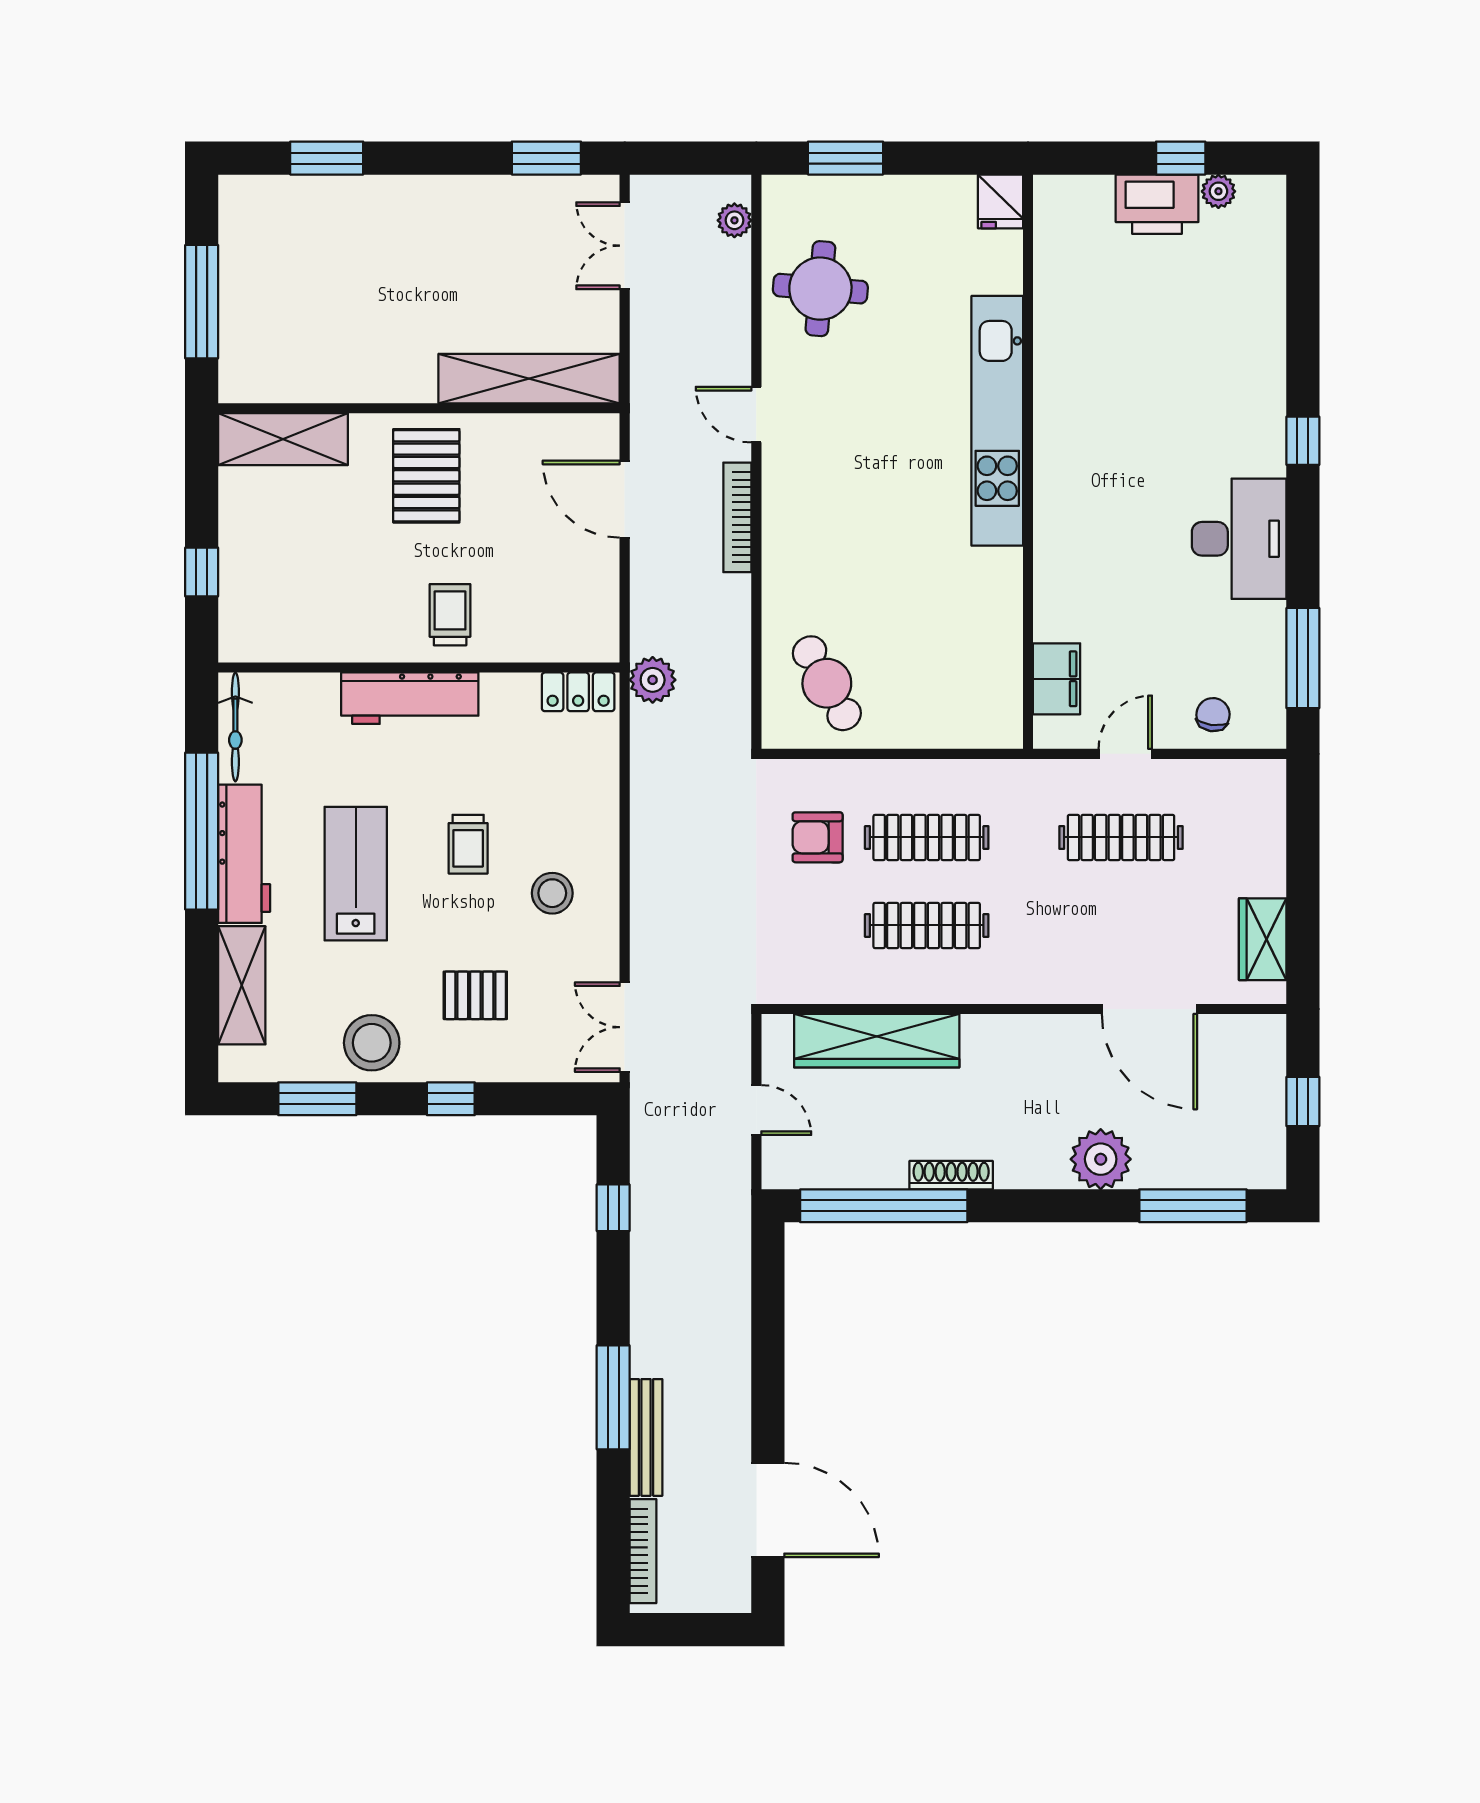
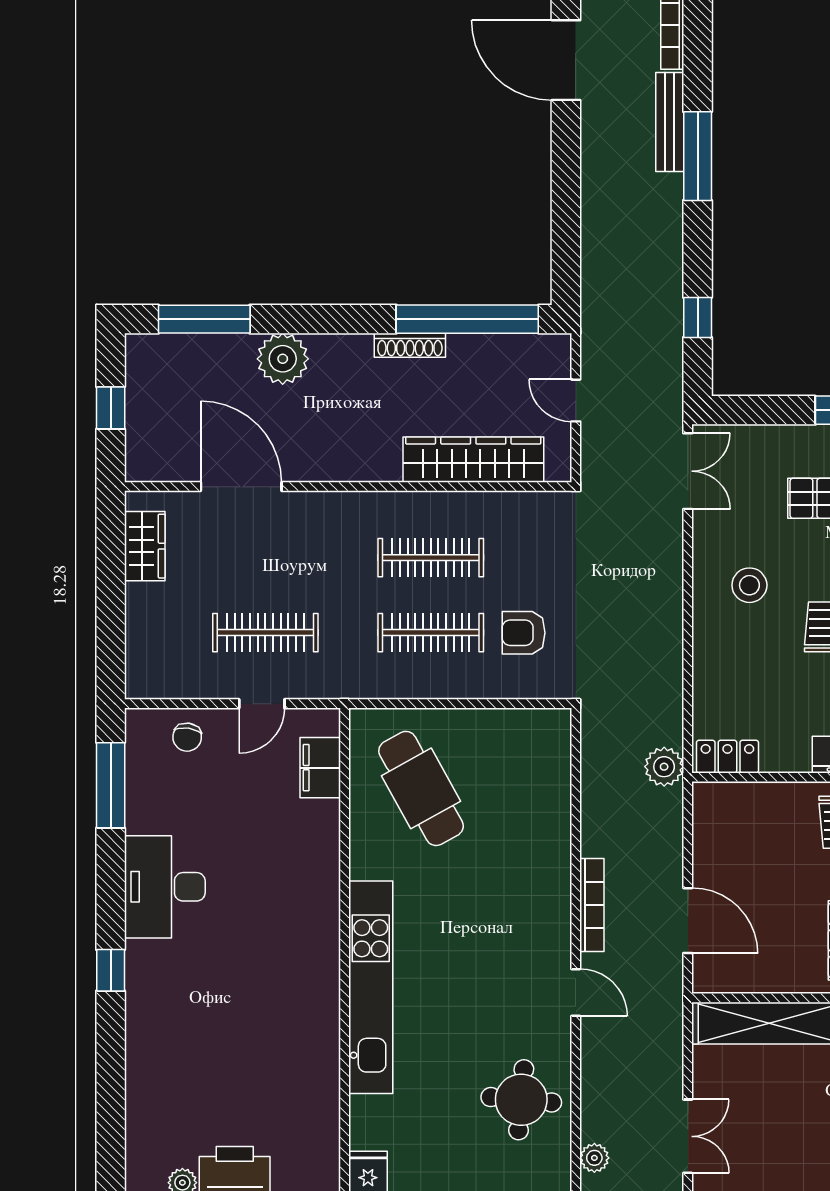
cafe table: (827, 683) -> (421, 788), moved, width x1.37, depth x1.35
armchair: (818, 837) -> (524, 633), turned 180

